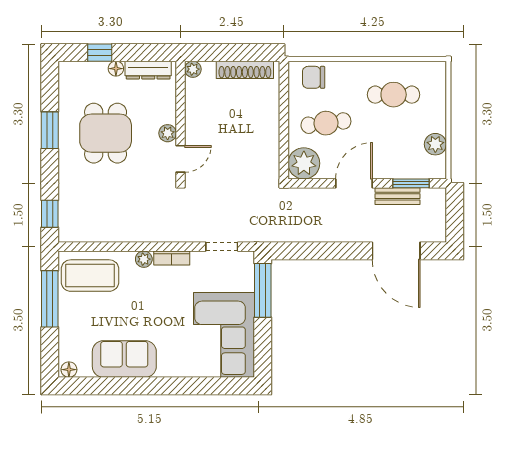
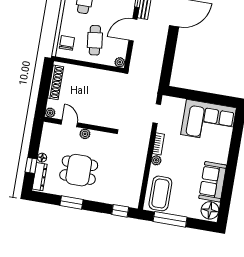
dresser: (148, 70) -> (40, 177), moved
chair: (314, 77) -> (67, 43), turned 180
door: (180, 159) -> (69, 123), moved
plant: (304, 163) -> (120, 62), width x0.53, depth x0.53
door: (354, 183) -> (133, 30), hinge flipped
window: (263, 290) -> (186, 94), removed
floor lamp: (69, 370) -> (210, 210), width x1.89, depth x1.89

